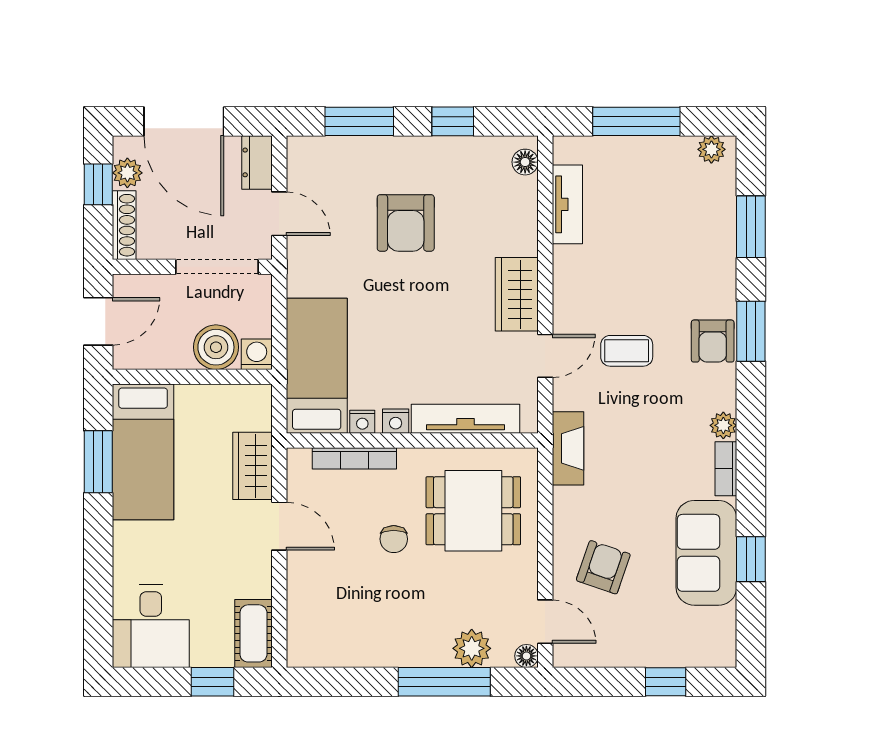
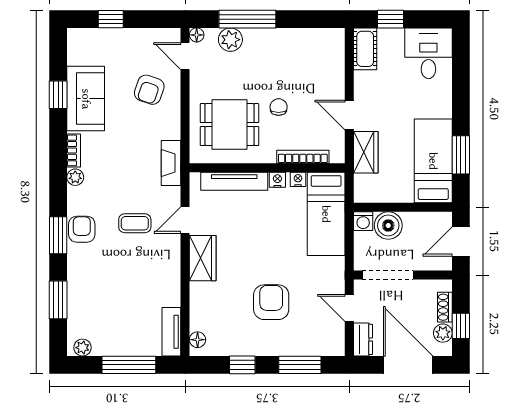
tv unit: (567, 204) -> (171, 332), moved
shoe rack: (124, 225) -> (445, 307), width x0.70

